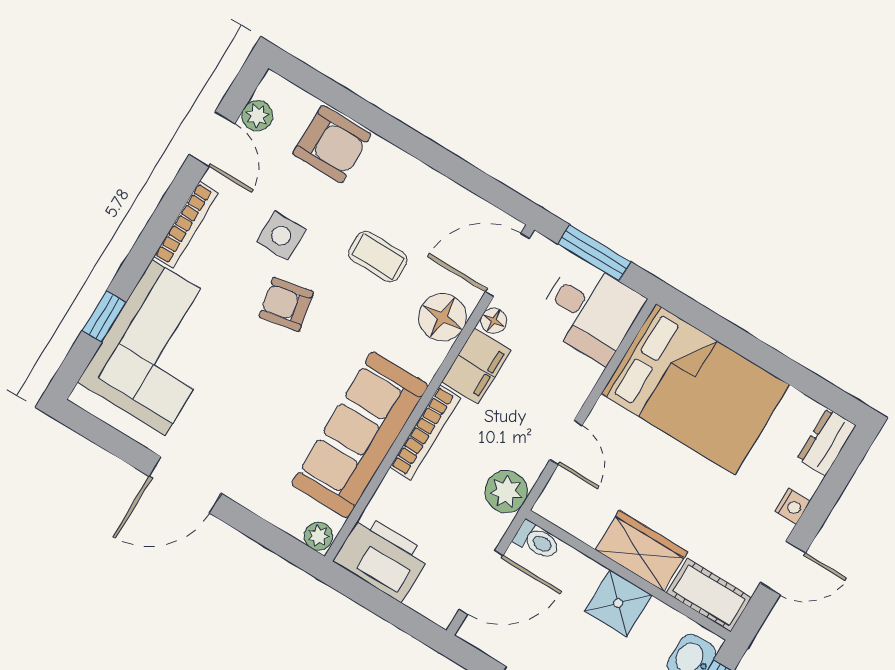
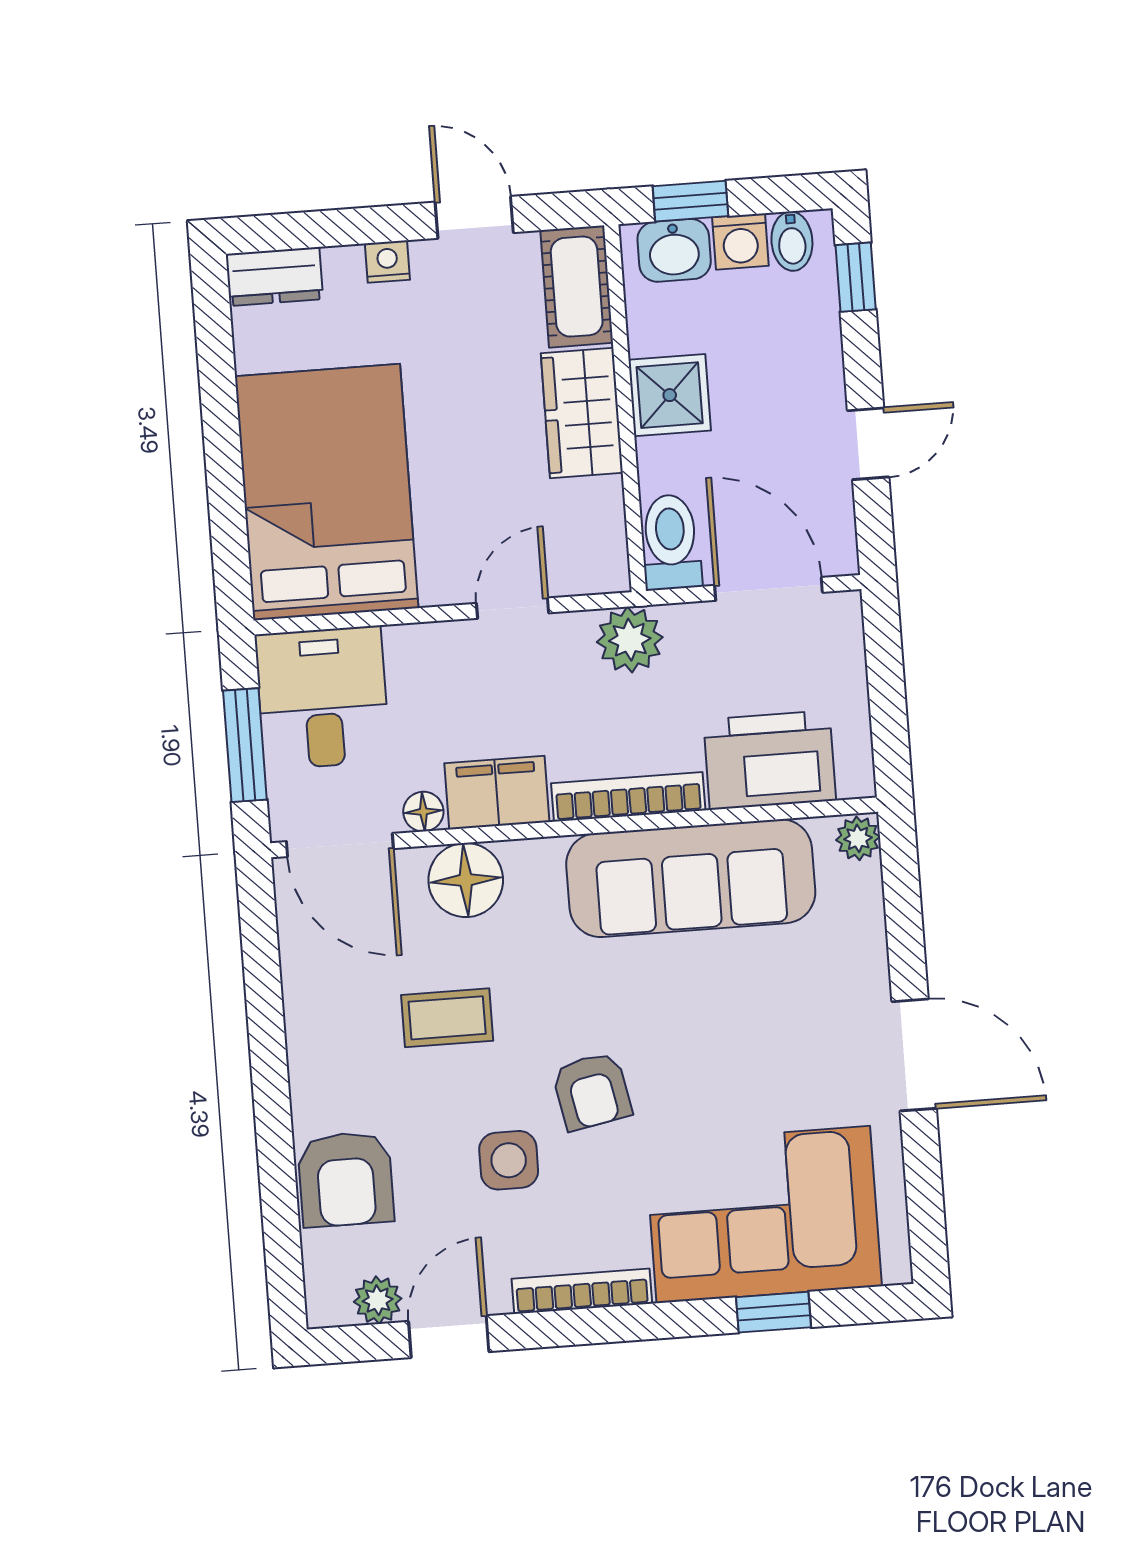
armchair: (332, 144) -> (346, 1179), turned 180
coffee table: (378, 257) -> (447, 1018), turned 90
toilet: (537, 541) -> (671, 542), width x1.37, depth x1.39
printer: (382, 557) -> (770, 760), moved, turned 90

